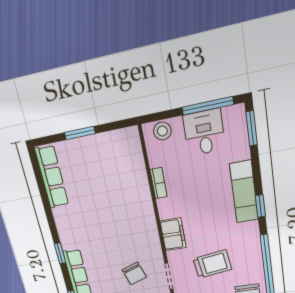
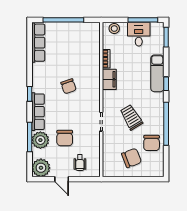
window: (80, 133) -> (63, 20), width x2.11
filing cabinet: (173, 234) -> (109, 79), moved
trolley: (212, 264) -> (131, 117), turned -113
chair: (134, 273) -> (69, 86), moved

